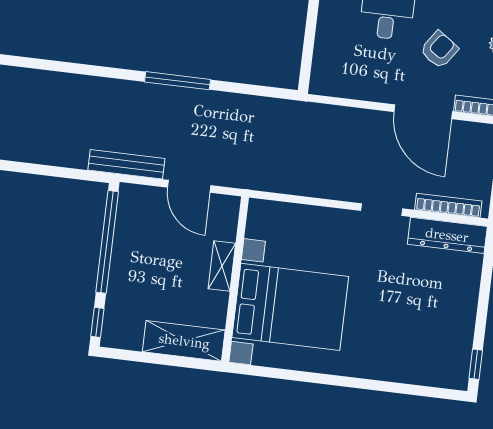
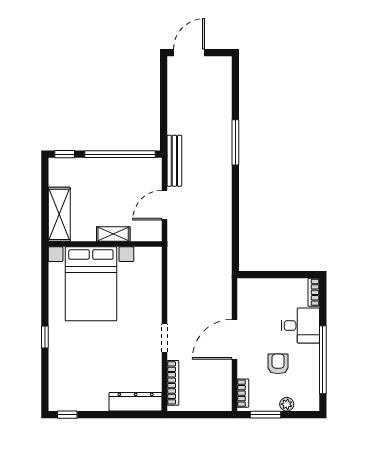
armchair: (439, 50) -> (278, 364), turned -125
window: (178, 81) -> (235, 142), moved
door: (423, 112) -> (235, 339), moved
dresser: (447, 235) -> (136, 402), moved, turned 90
window: (359, 383) -> (45, 337), added

